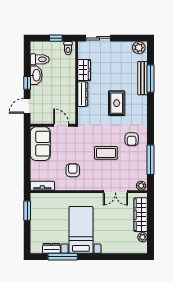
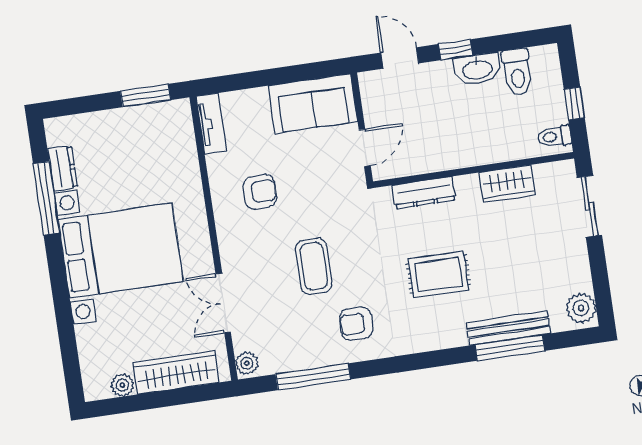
dresser: (83, 94) -> (424, 193), moved
bed with nightstands: (81, 230) -> (121, 250), width x1.36

